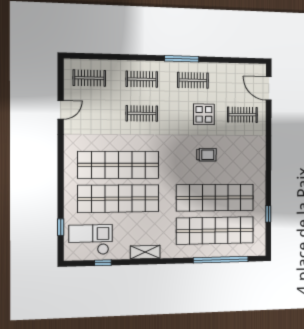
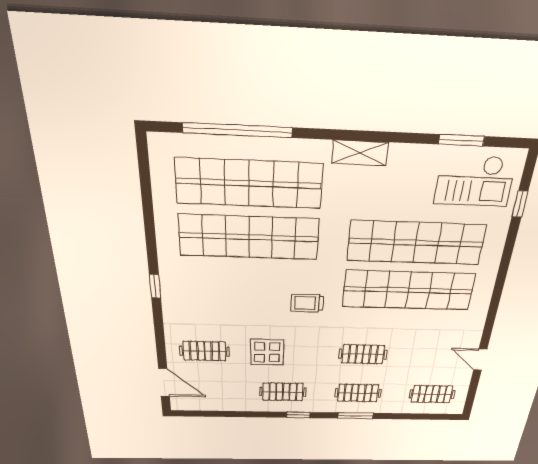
window: (142, 58) -> (356, 416), added
window: (182, 59) -> (298, 415), width x0.46
door: (61, 110) -> (480, 360), hinge flipped
trolley: (206, 155) -> (307, 303), moved
window: (268, 214) -> (155, 286), moved
shelving: (145, 252) -> (360, 153), moved
window: (103, 263) -> (461, 140), width x1.50

